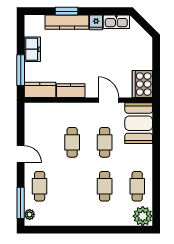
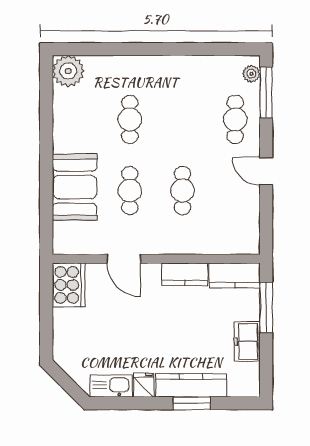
booth: (139, 123) -> (75, 187), moved
cafe table: (137, 186) -> (77, 119), removed

